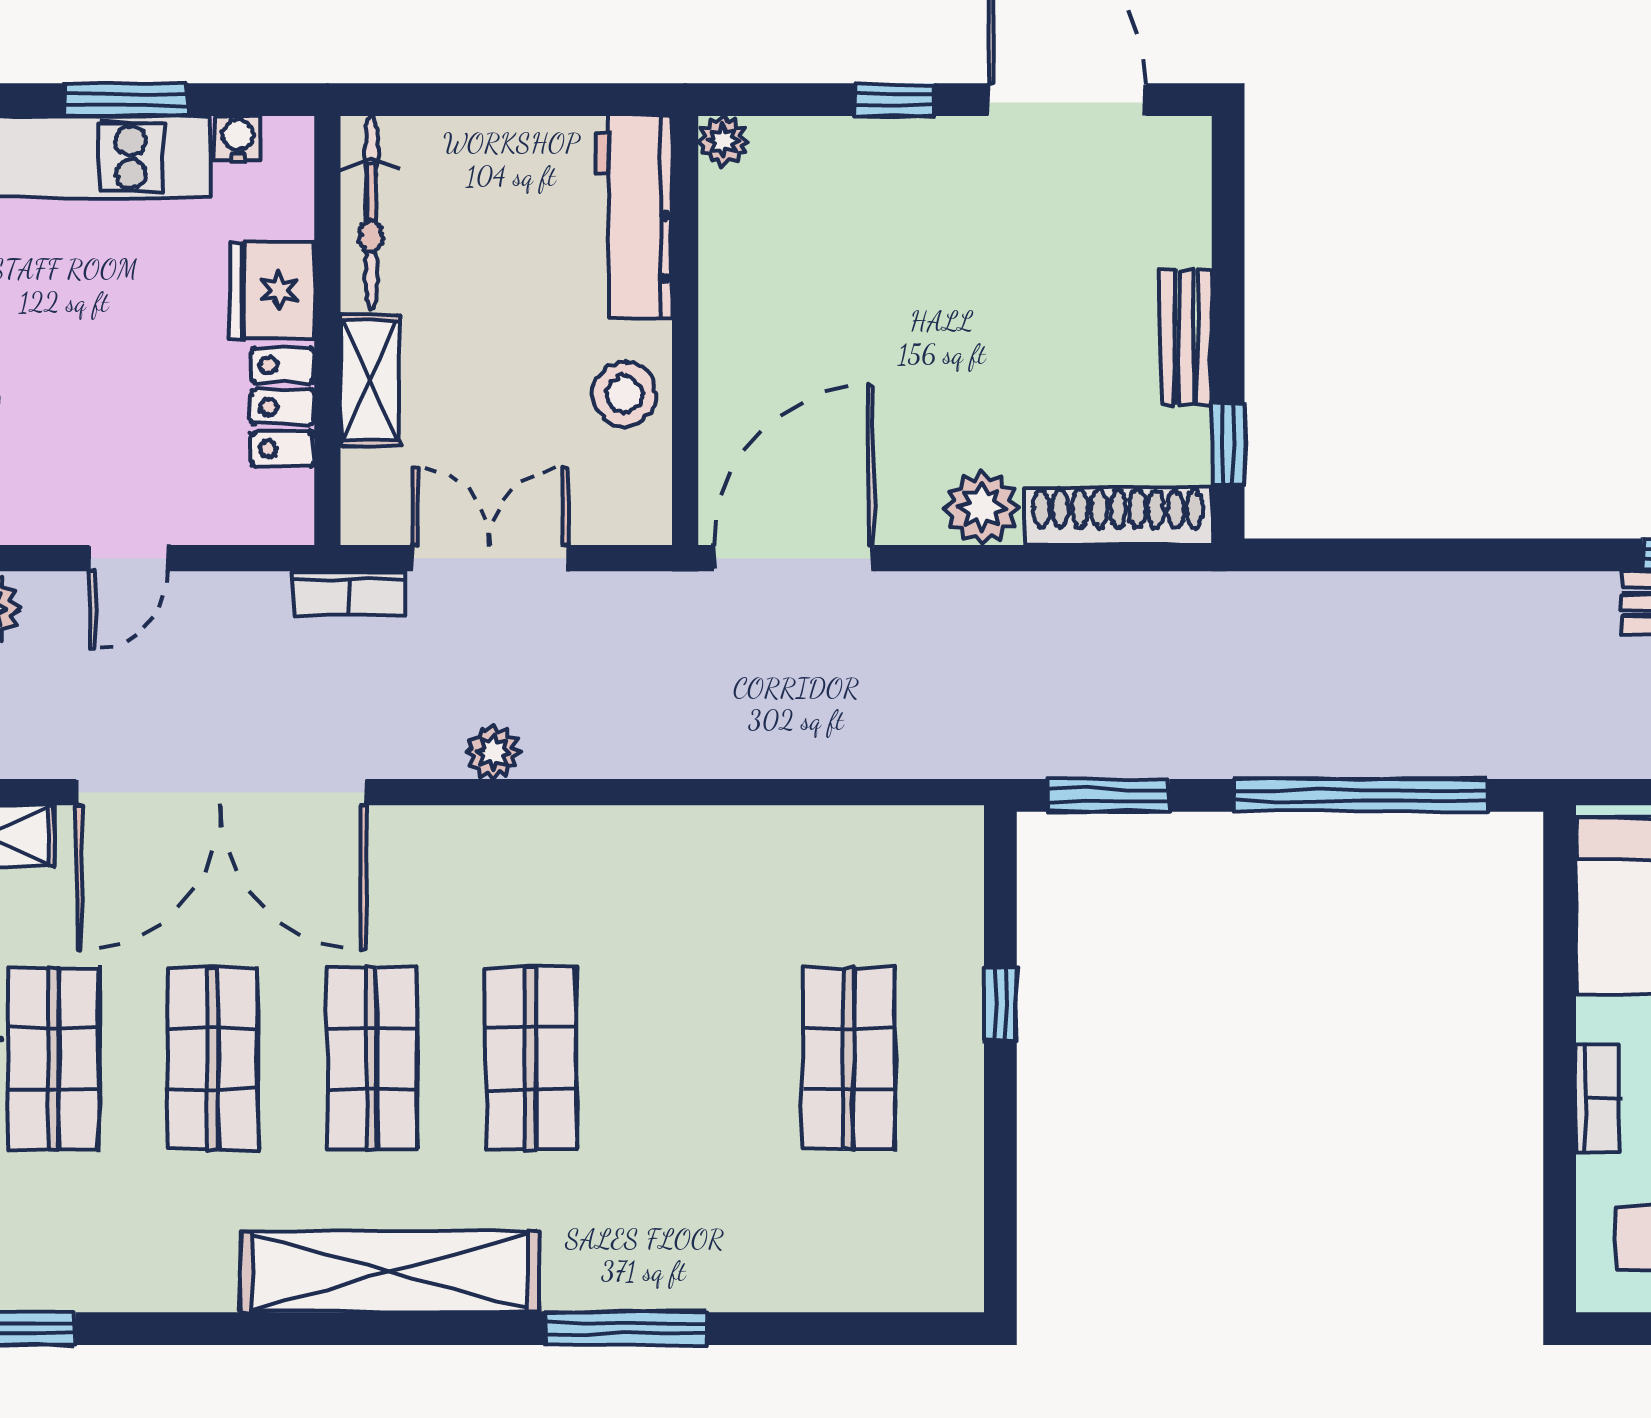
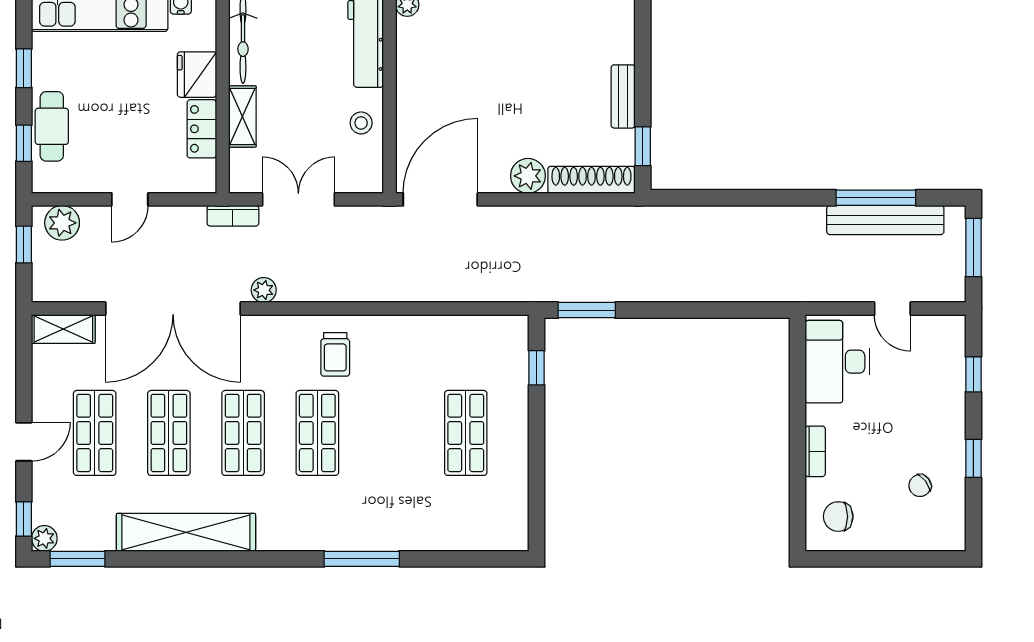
stool: (624, 394) -> (361, 123), width x0.73, depth x0.73
plant: (493, 752) -> (264, 290), moved
window: (1360, 795) -> (704, 310), removed
trolley: (569, 890) -> (335, 354), added
window: (1000, 1004) -> (537, 368), moved
shelving: (390, 1272) -> (186, 532), moved

